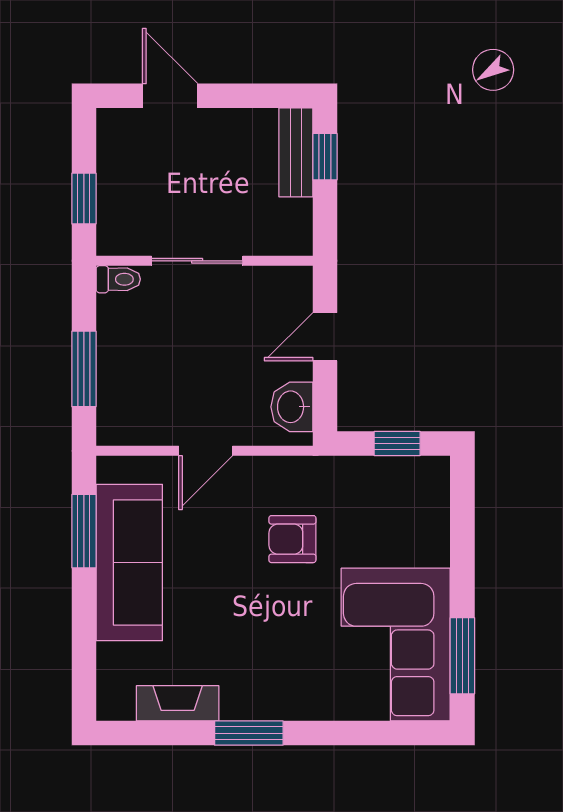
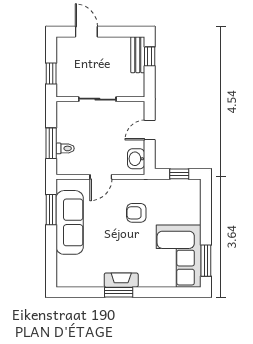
toilet: (118, 279) -> (65, 148), moved
fireplace: (178, 703) -> (121, 280), moved

